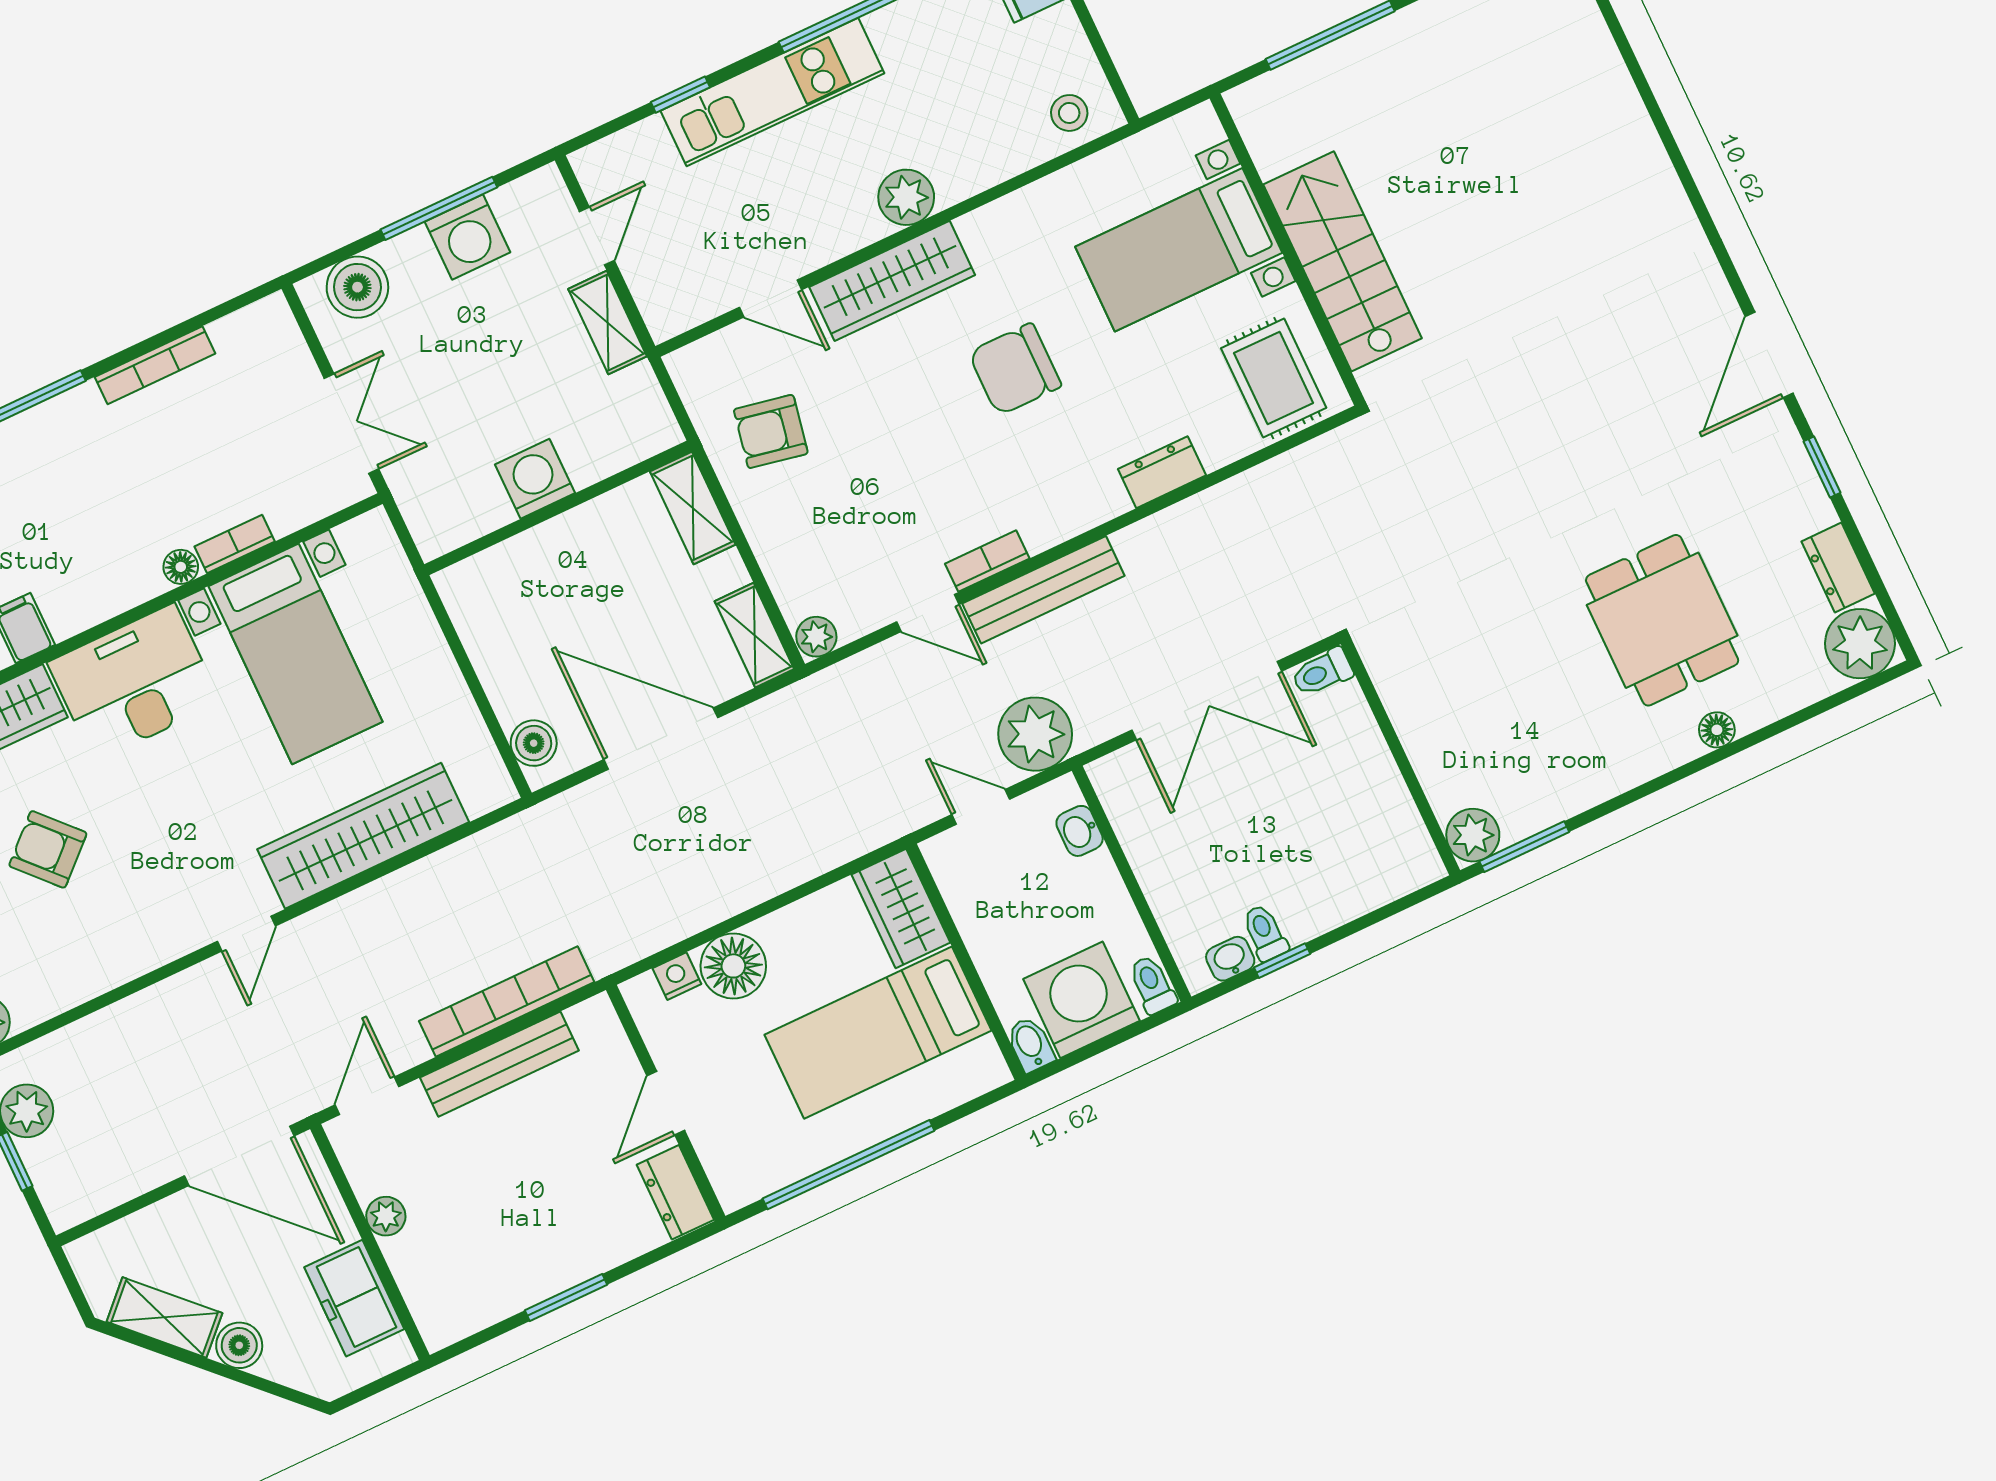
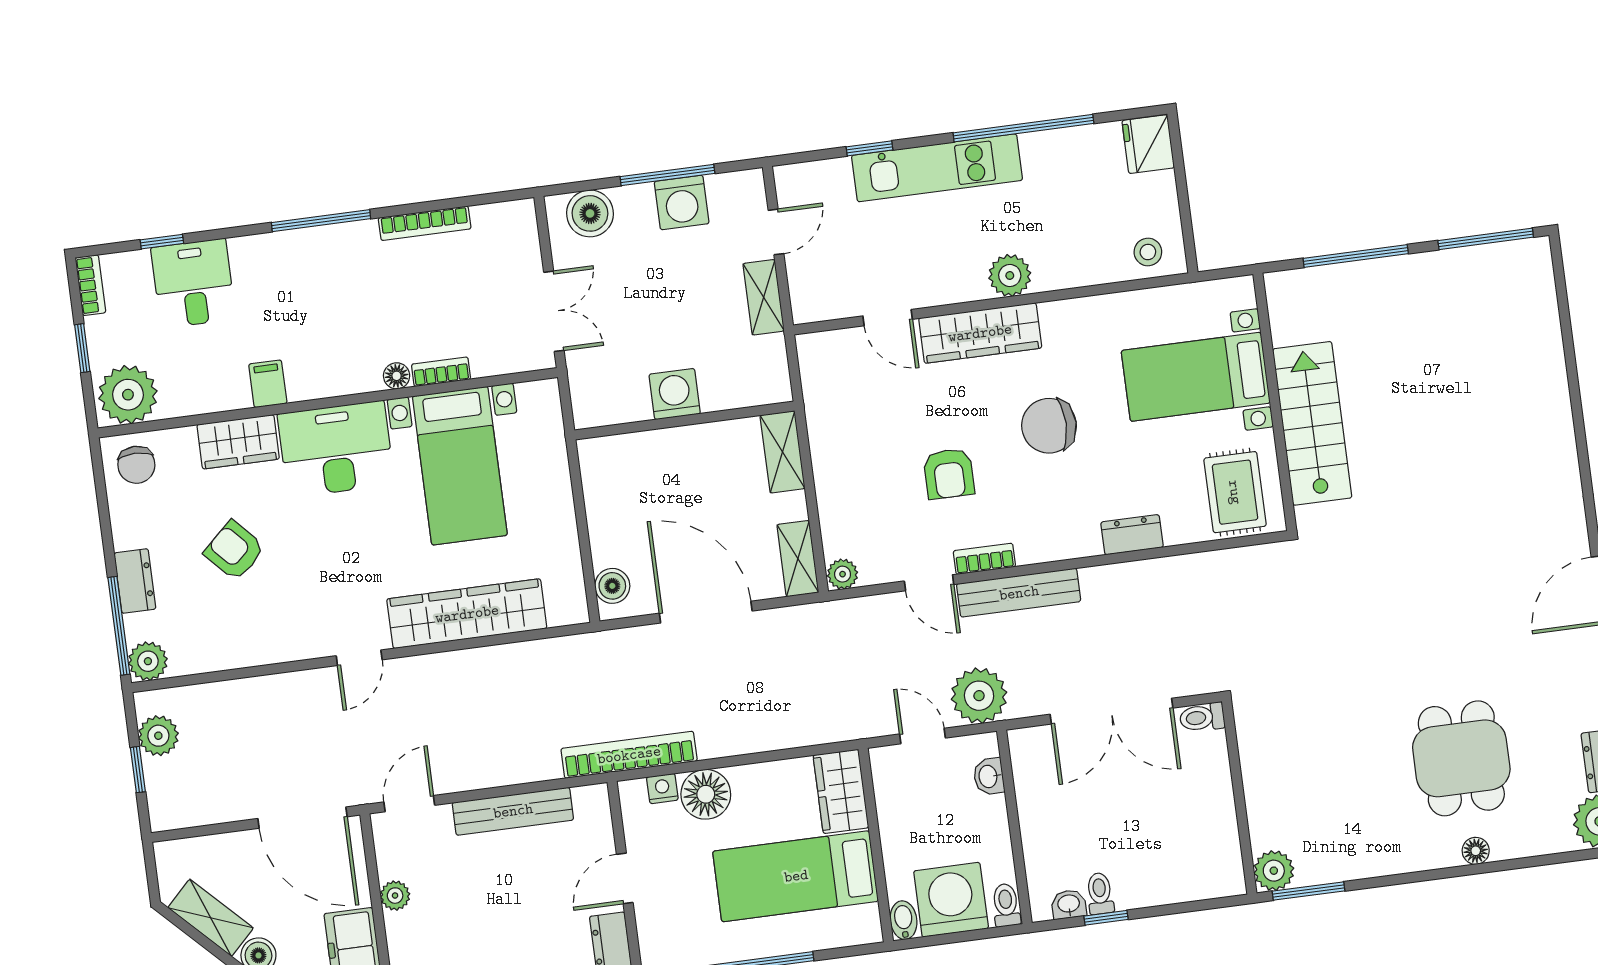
armchair: (771, 431) -> (949, 474), moved, turned -101
bookcase: (507, 1001) -> (629, 755), moved

